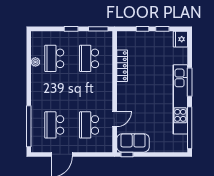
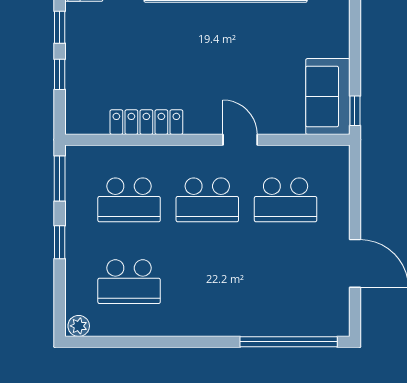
plant: (35, 62) -> (79, 326), moved
door: (115, 119) -> (240, 140), moved
school desk: (54, 125) -> (207, 200), moved

